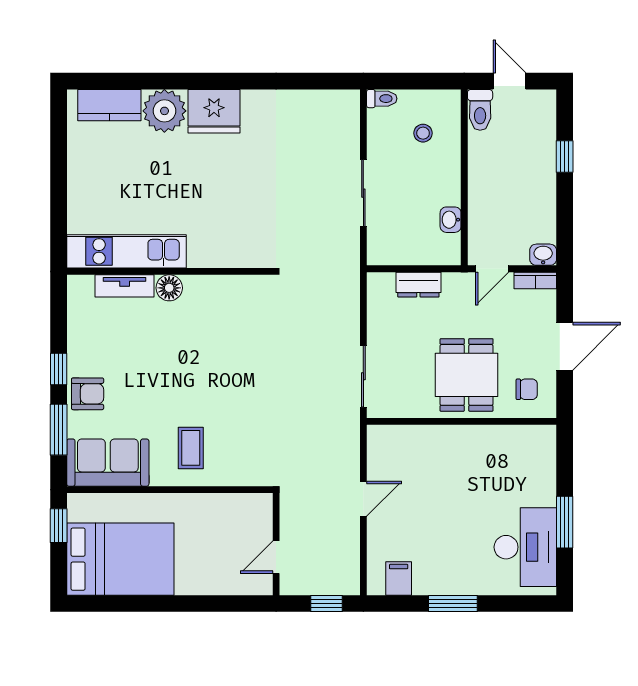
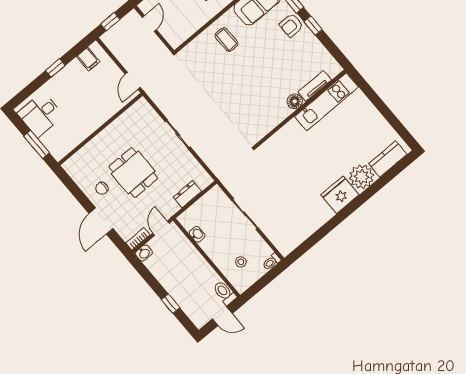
wall: (462, 421) -> (100, 129), moved
desk: (525, 547) -> (40, 114), width x0.73
window: (453, 604) -> (55, 68), width x0.67

